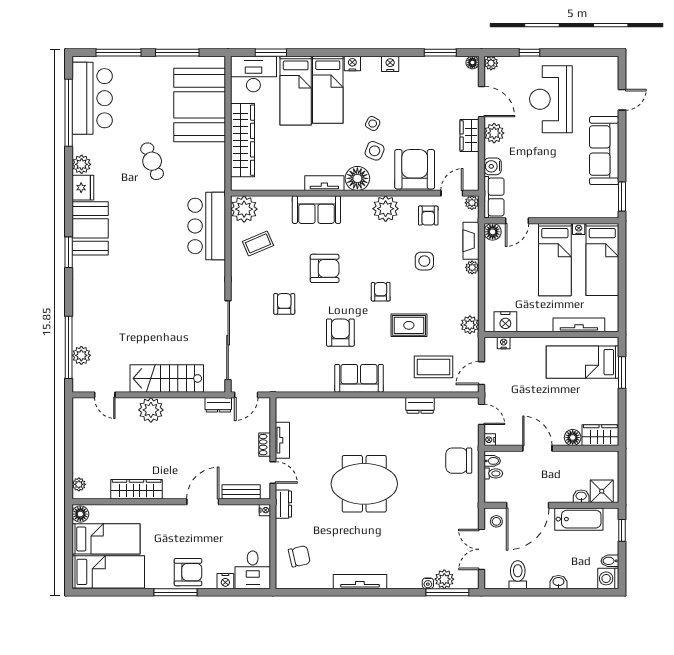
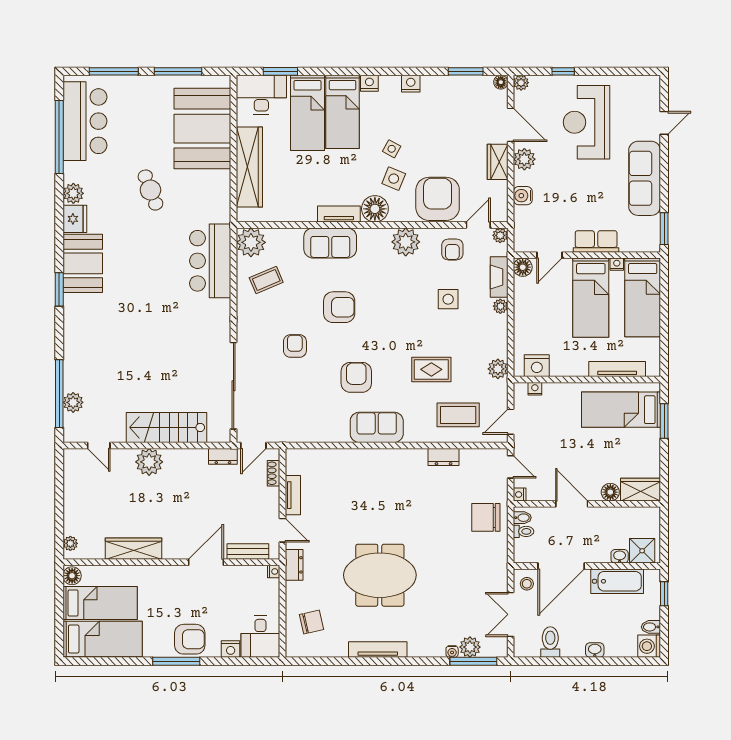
row of seats: (494, 197) -> (596, 241), moved, turned -90
armchair: (381, 292) -> (400, 333), removed
shoe rack: (265, 445) -> (274, 473), moved
meeting table: (364, 484) -> (380, 575), moved

